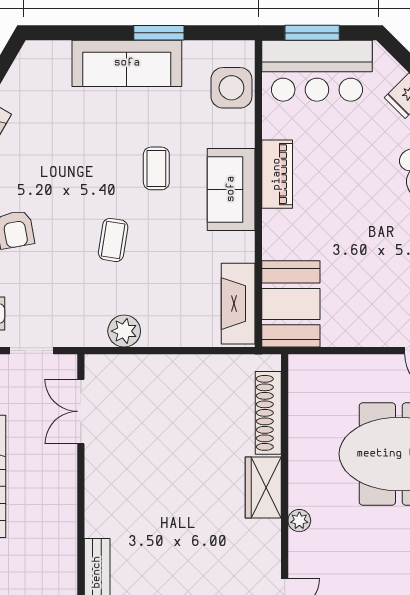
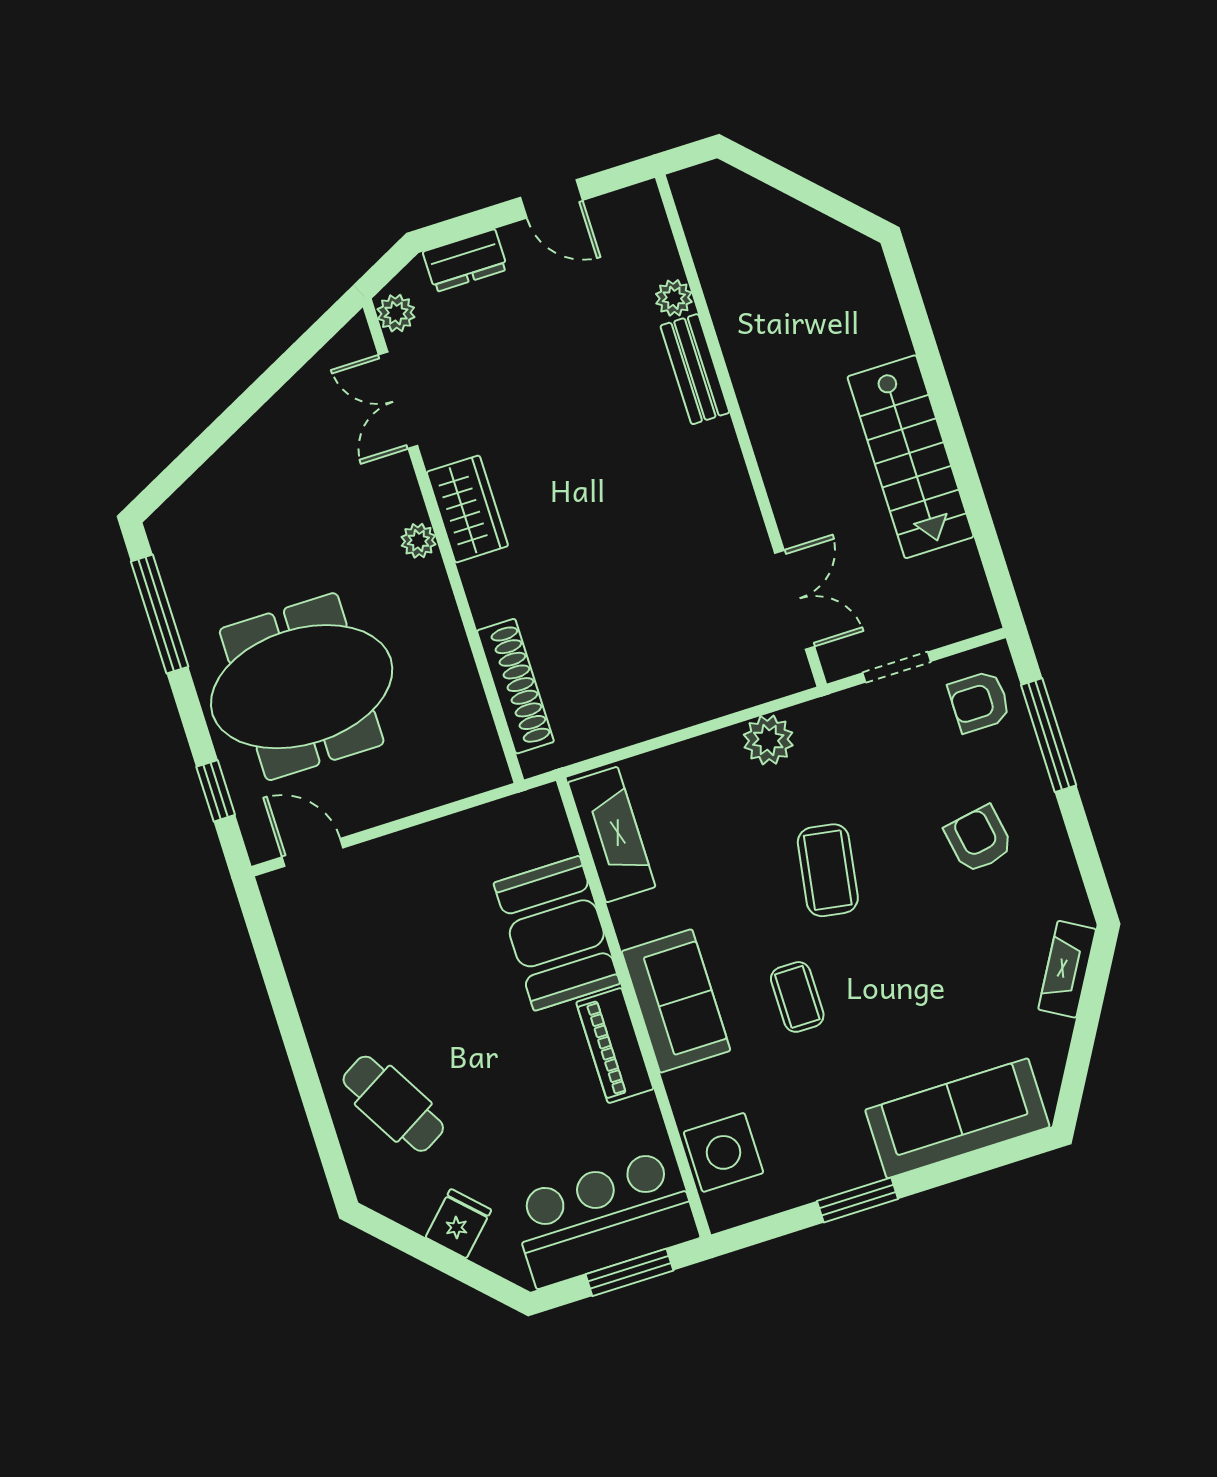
sofa: (127, 63) -> (957, 1118), moved
coffee table: (113, 240) -> (828, 870), width x1.36, depth x1.30
booth: (291, 304) -> (557, 933), moved
wardrobe: (263, 487) -> (467, 509), moved

